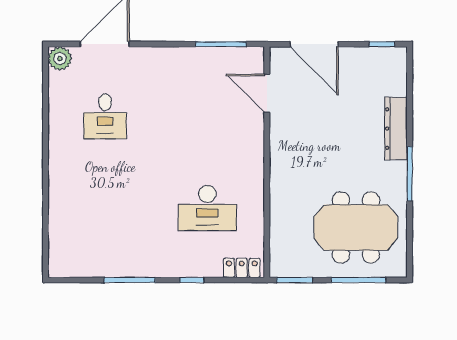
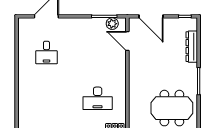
plant: (60, 59) -> (112, 24), moved
dresser: (396, 129) -> (192, 47), moved

